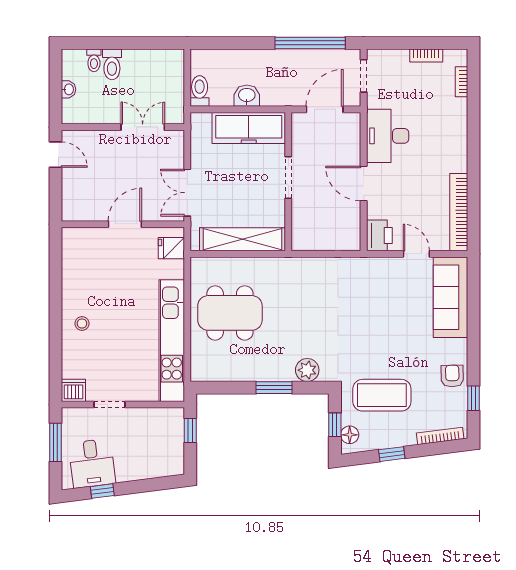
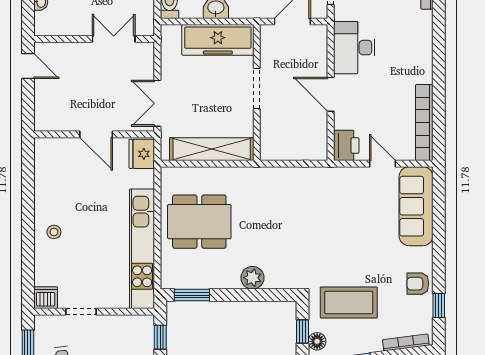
door: (125, 224) -> (96, 134), swing flipped
fridge: (171, 248) -> (142, 154), width x1.38
plant: (307, 370) -> (252, 278), moved
armchair: (452, 376) -> (418, 284), turned -89
window: (274, 388) -> (192, 295), moved

